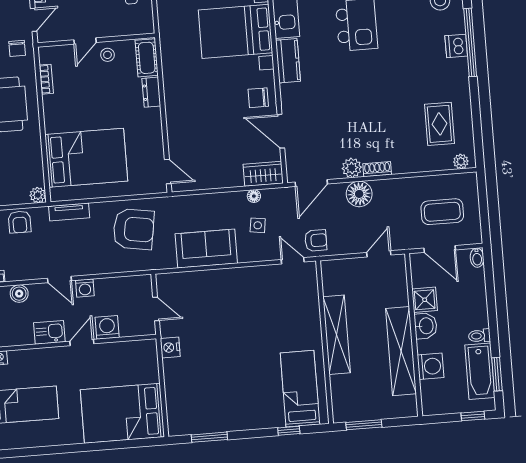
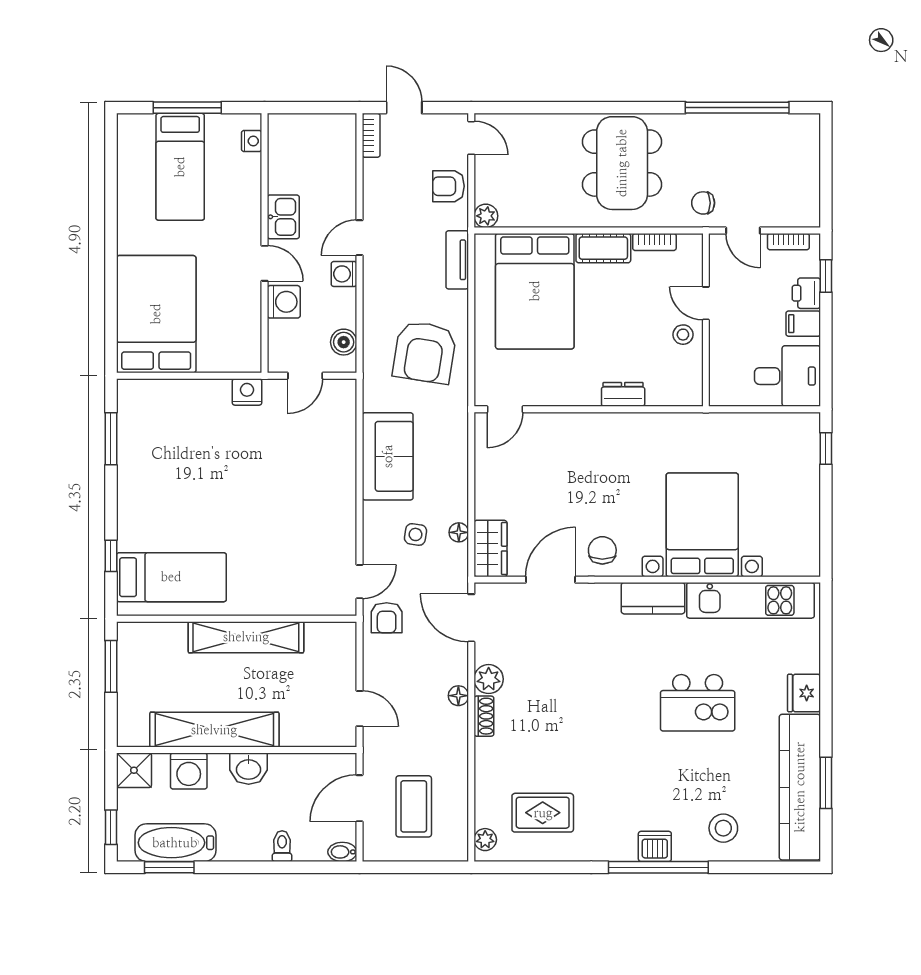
cot: (147, 58) -> (603, 248), moved
floor lamp: (359, 194) -> (458, 696), width x0.53, depth x0.53
boiler: (19, 294) -> (344, 342), moved
shower: (425, 300) -> (134, 770), moved
toilet: (479, 336) -> (282, 846), moved

